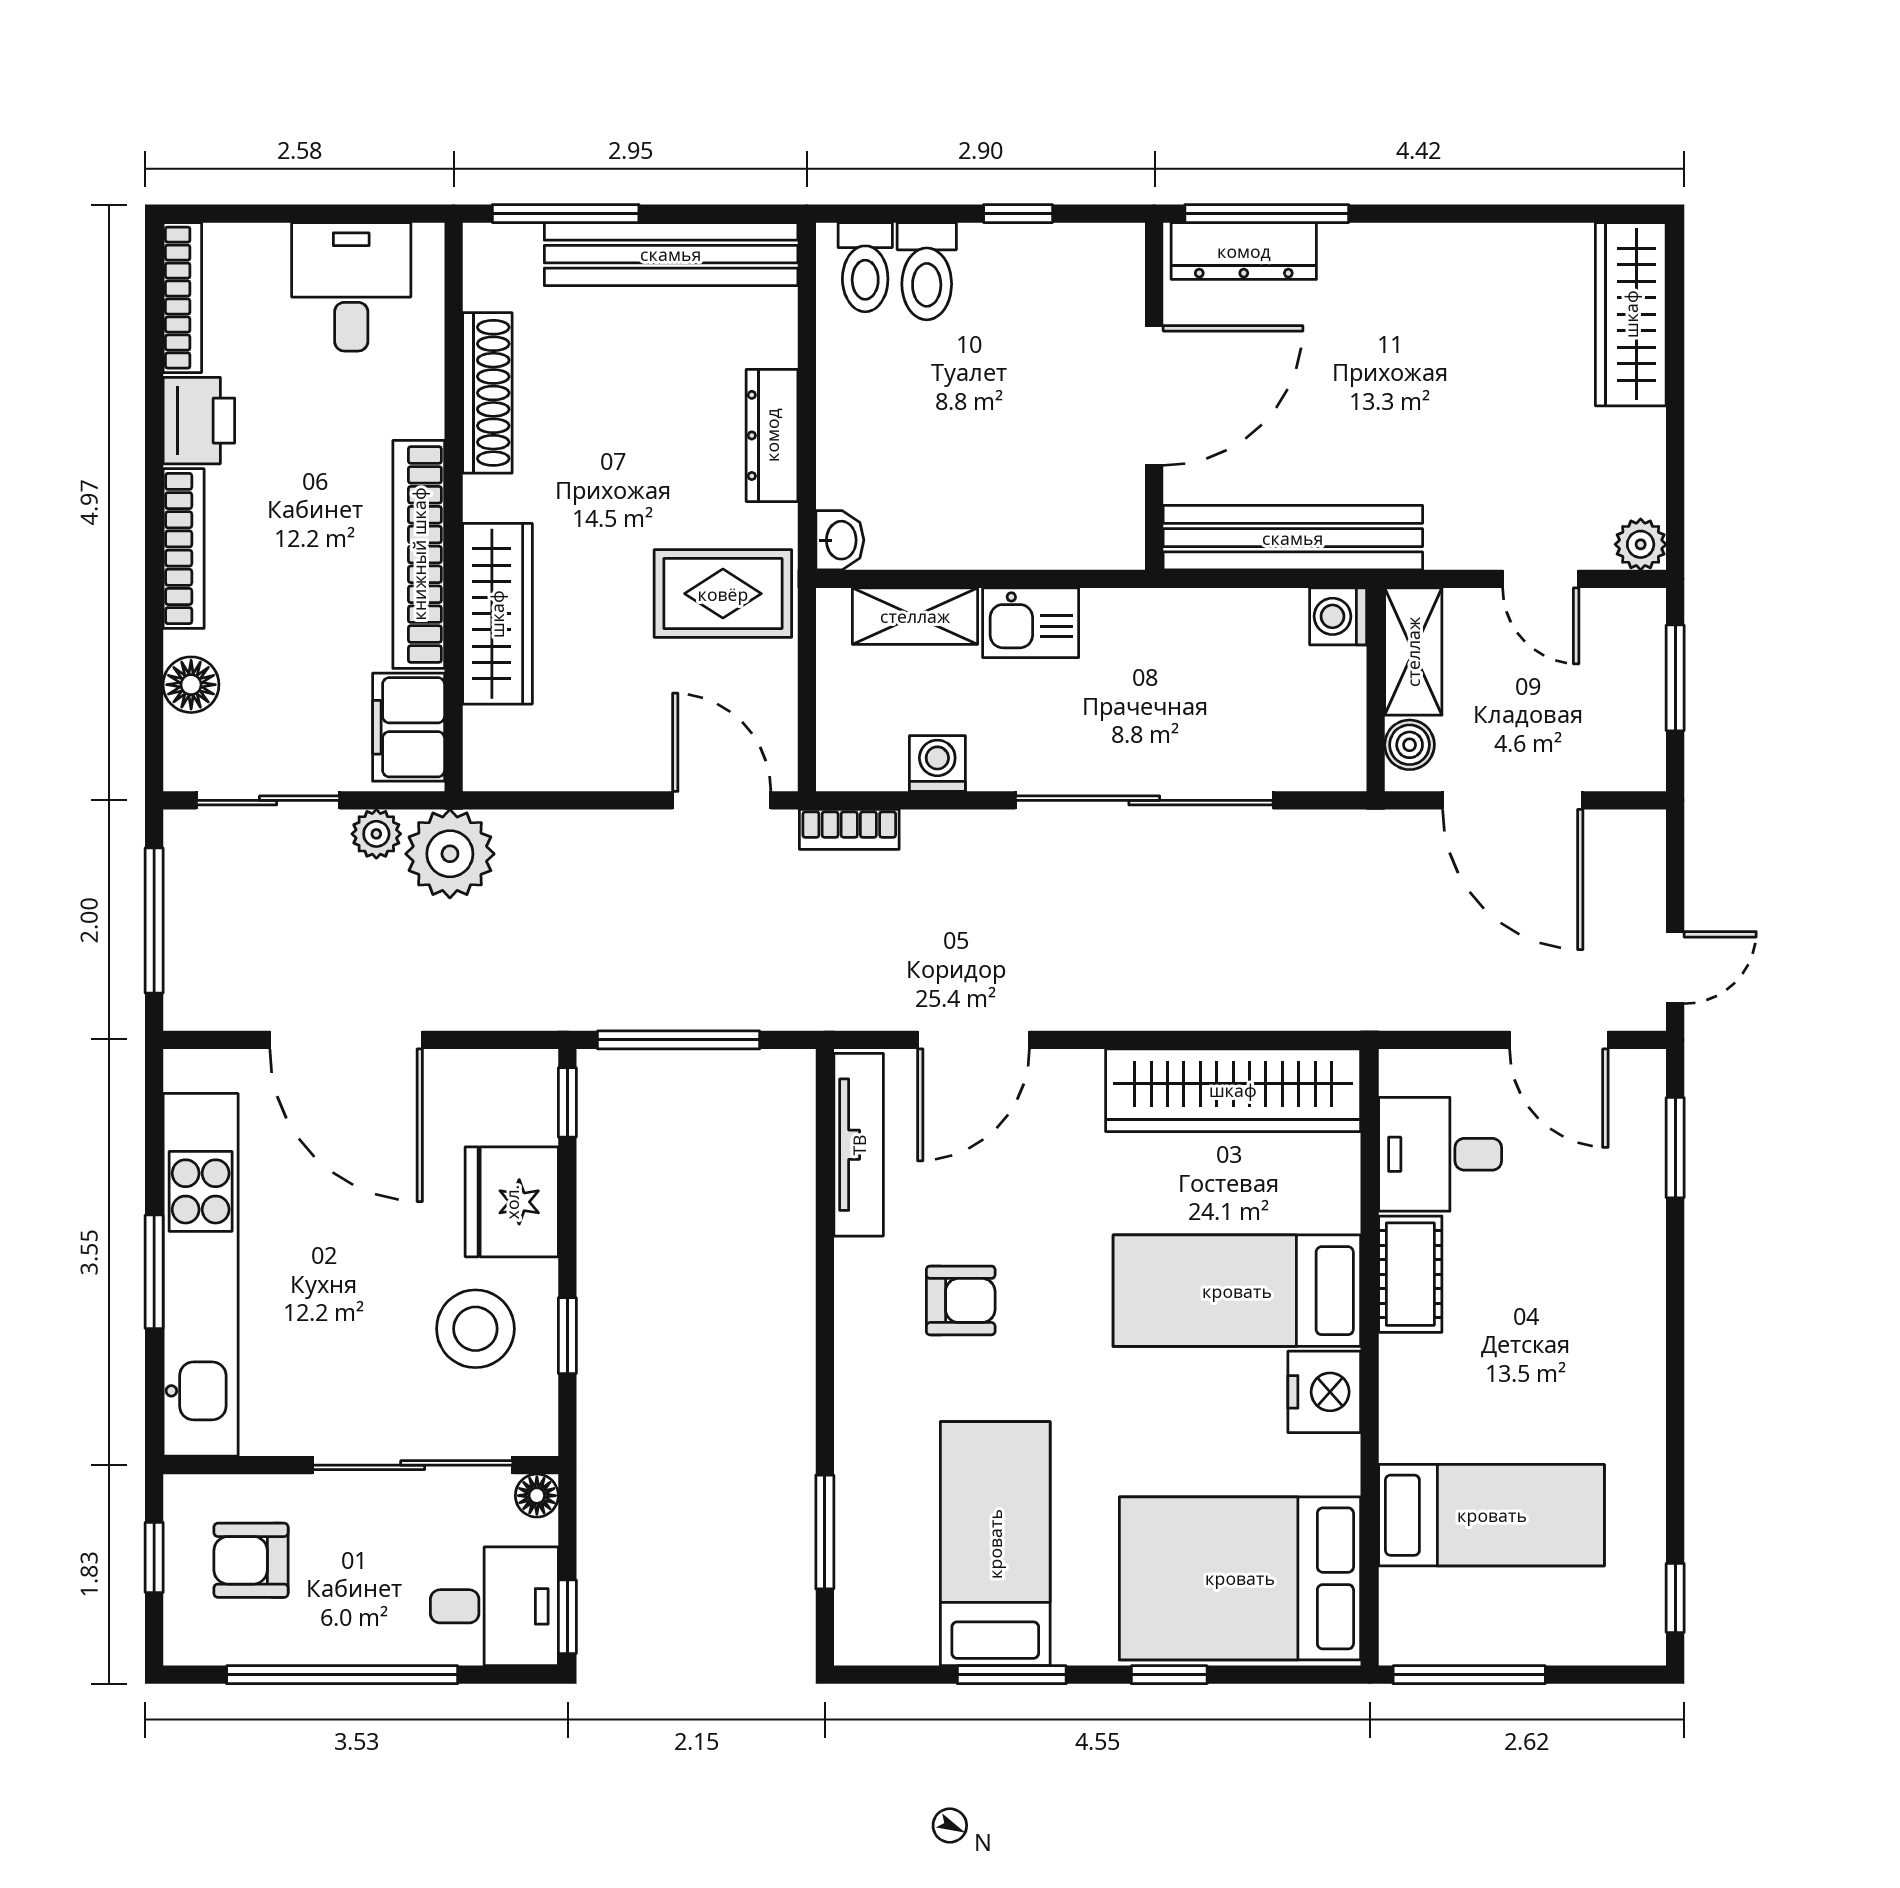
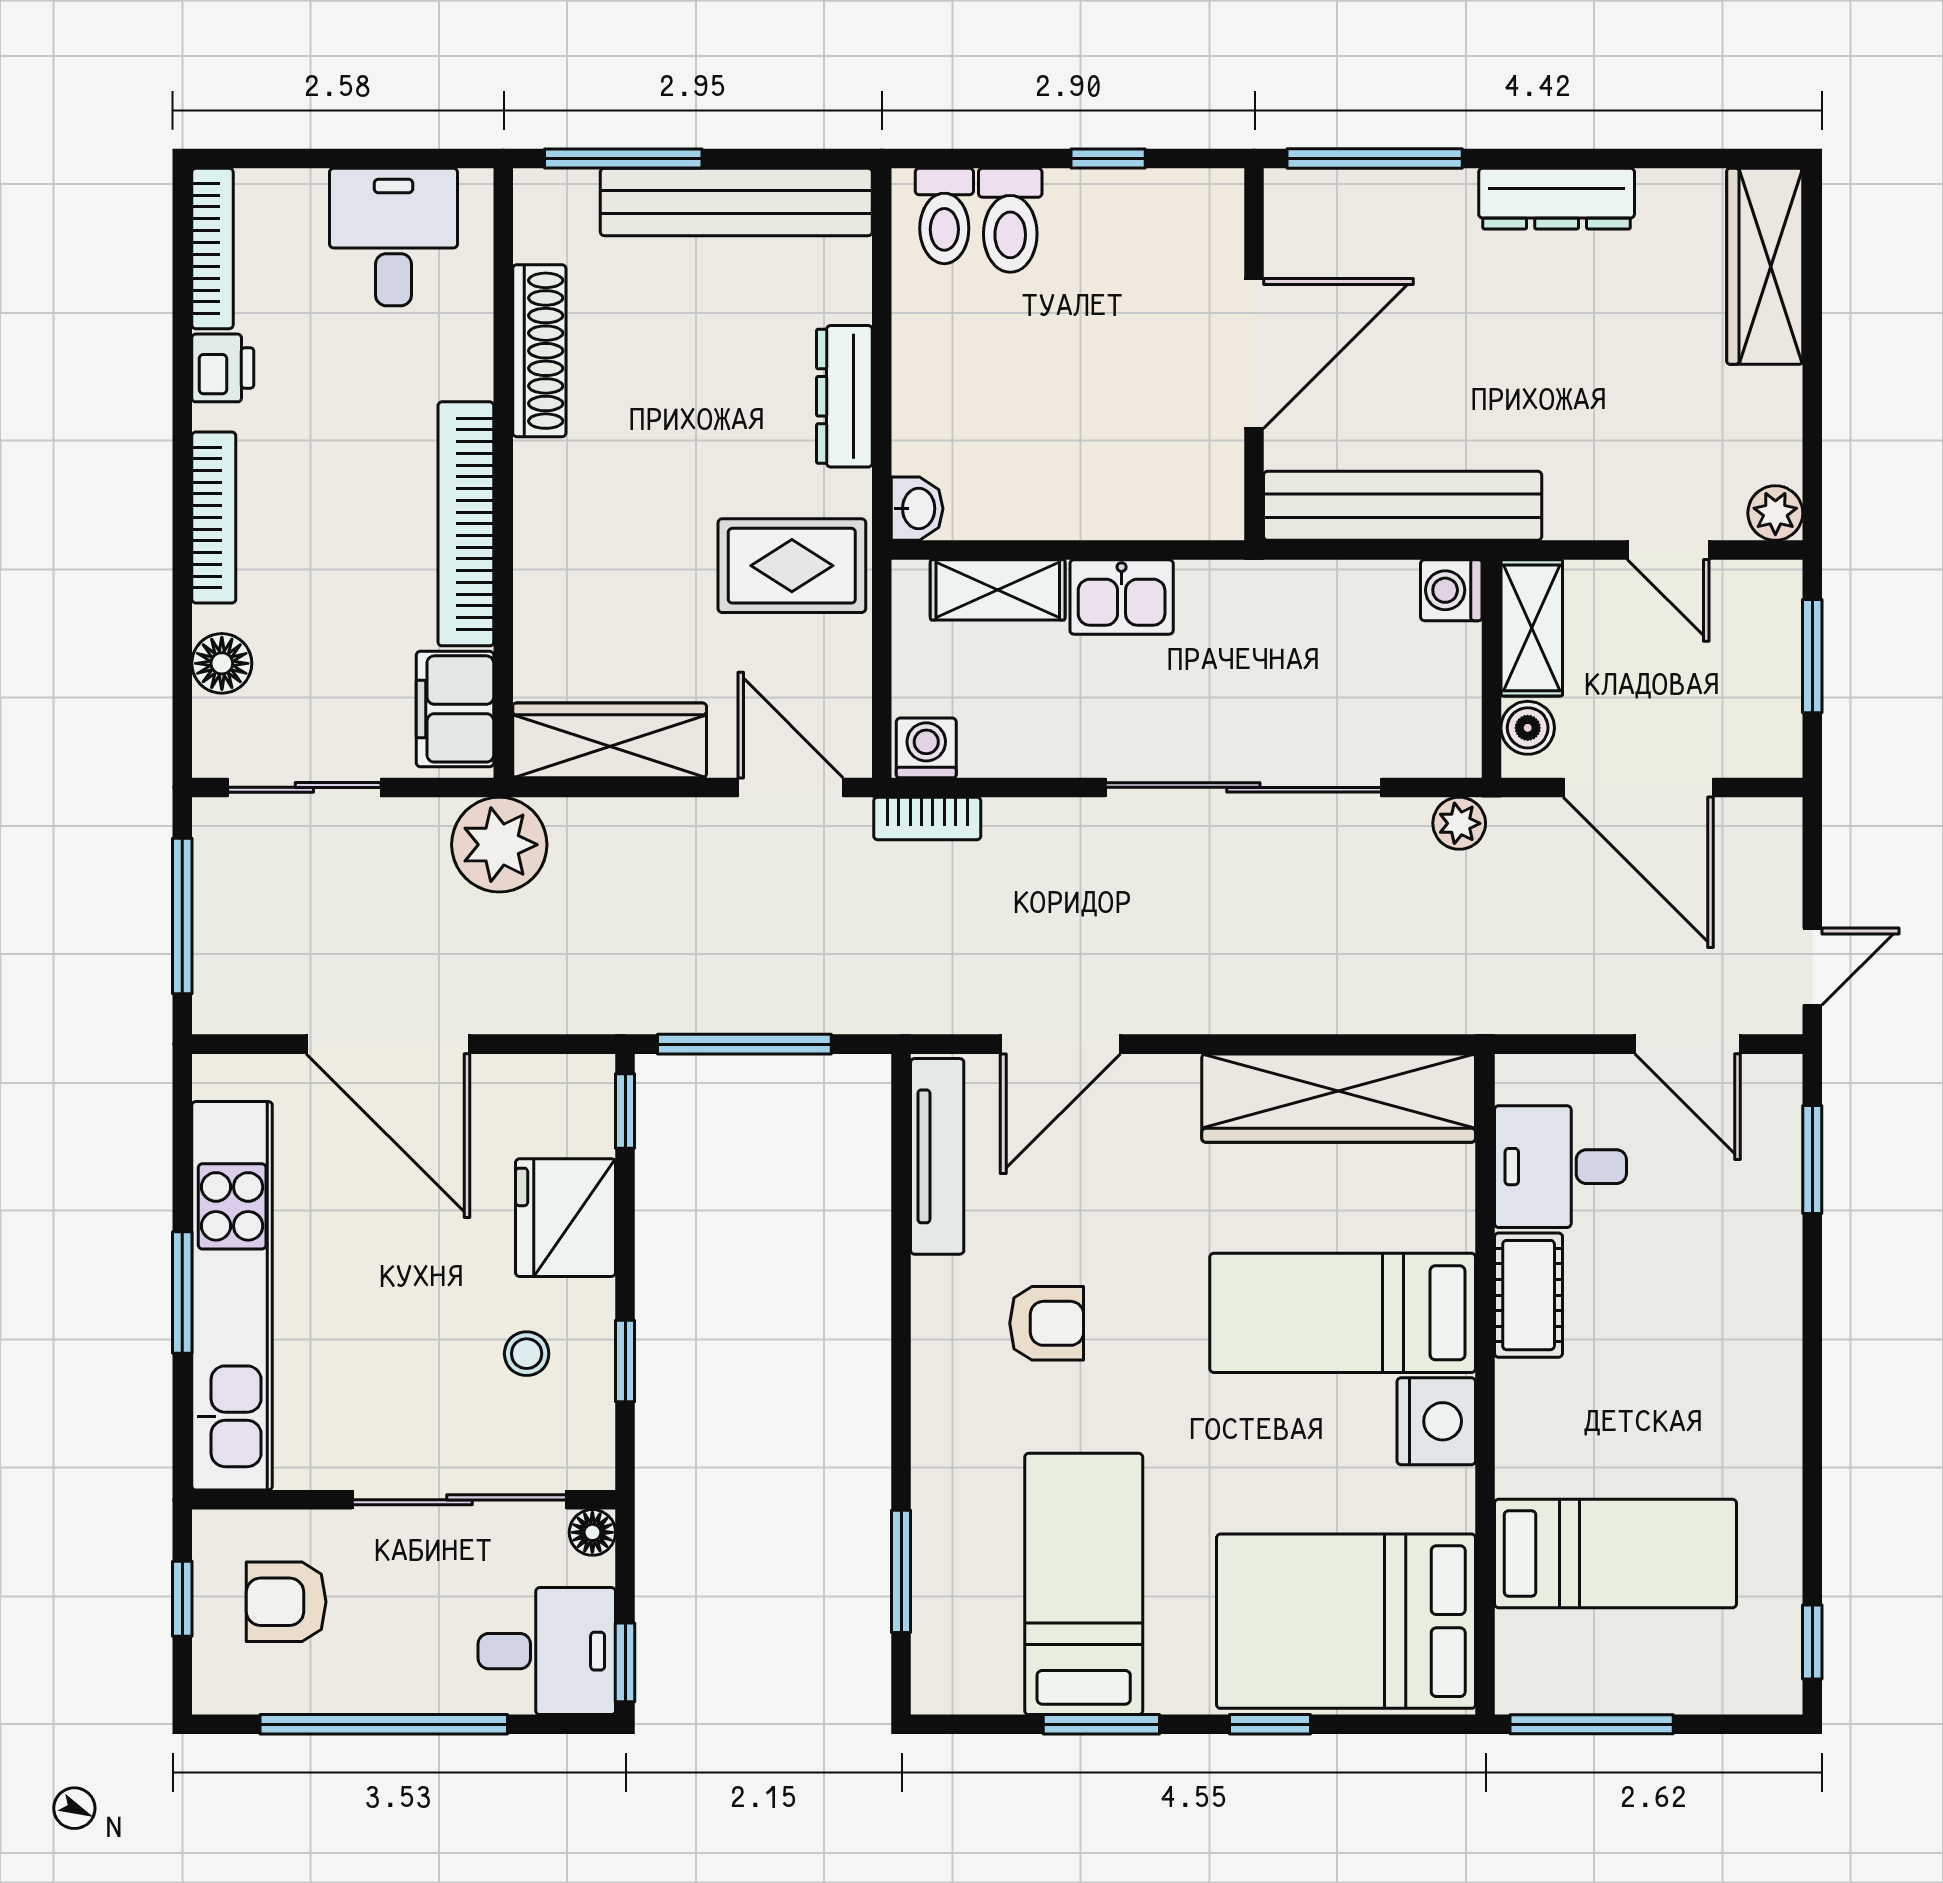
dresser: (1244, 251) -> (1557, 199), moved
printer: (199, 421) -> (223, 368), width x0.73, depth x0.81
wardrobe: (497, 614) -> (610, 740), moved, turned -90
washing machine: (937, 764) -> (926, 748), moved
plant: (376, 834) -> (1459, 823), moved
stool: (475, 1329) -> (527, 1354), width x0.53, depth x0.53

